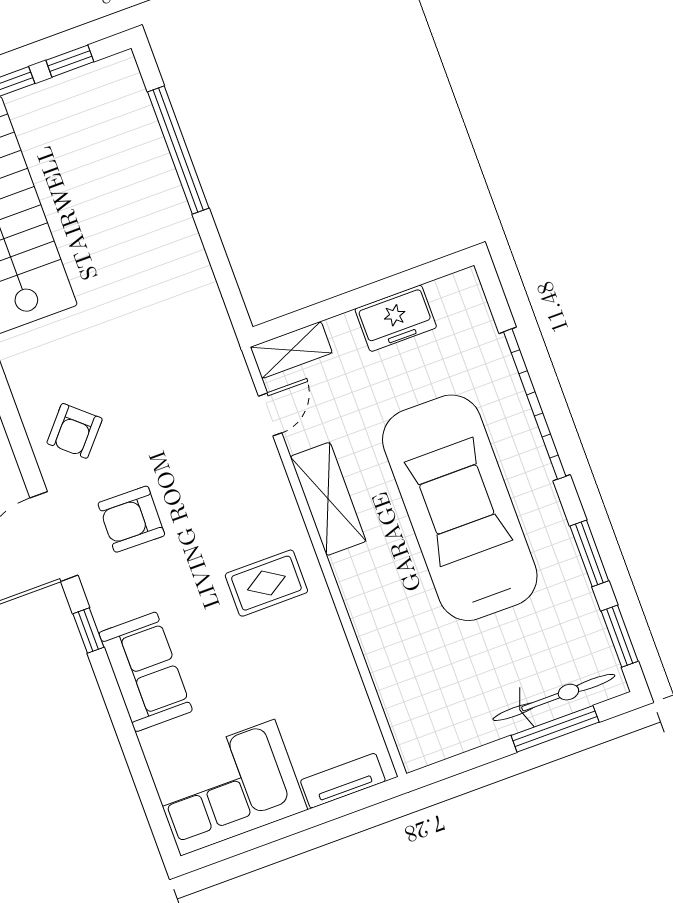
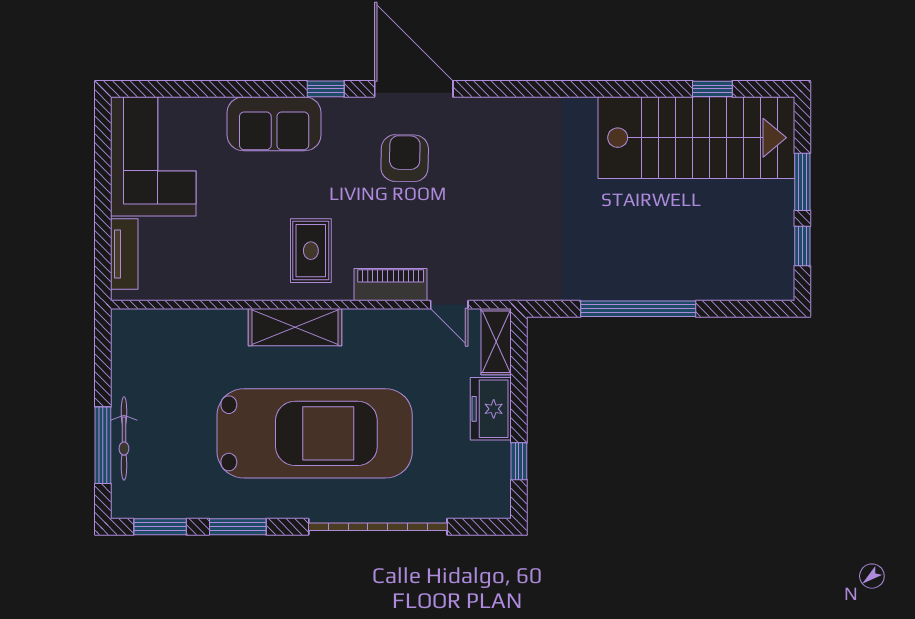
window: (178, 150) -> (638, 309), moved
window: (410, 279) -> (519, 461), added
freezer: (396, 318) -> (491, 409), moved
armchair: (75, 431) -> (495, 138), removed
piano: (272, 485) -> (391, 285), added
shelving: (328, 499) -> (295, 327), moved
bicycle: (554, 697) -> (124, 438), width x0.73, depth x0.71

